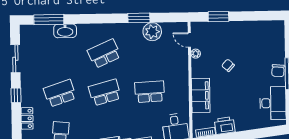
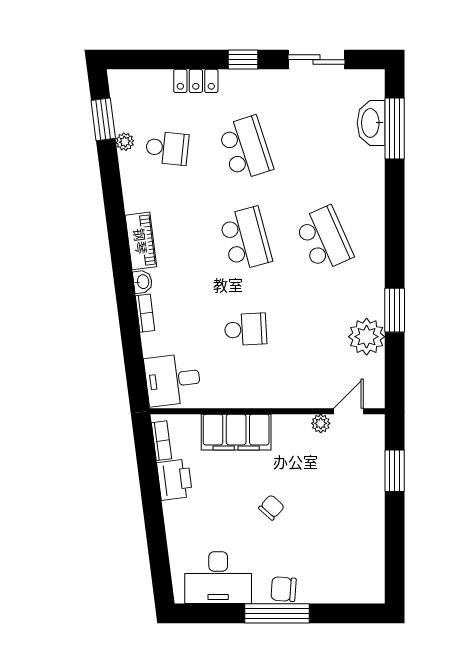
washbasin: (65, 31) -> (371, 123), moved
chair: (228, 65) -> (271, 507), moved
school desk: (150, 92) -> (246, 329), width x0.54

